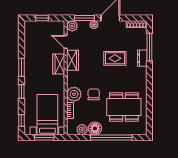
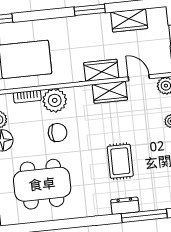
door: (66, 42) -> (139, 78), hinge flipped
wardrobe: (30, 44) -> (129, 20), added
window: (21, 92) -> (50, 14), removed
dining table: (124, 107) -> (42, 184), turned 90

